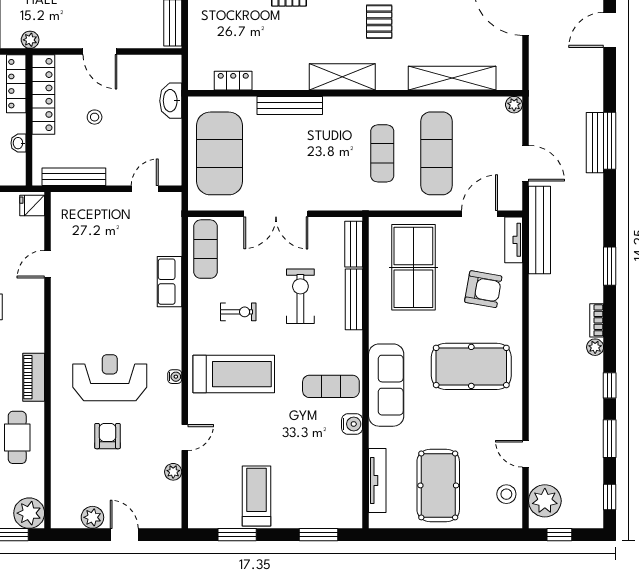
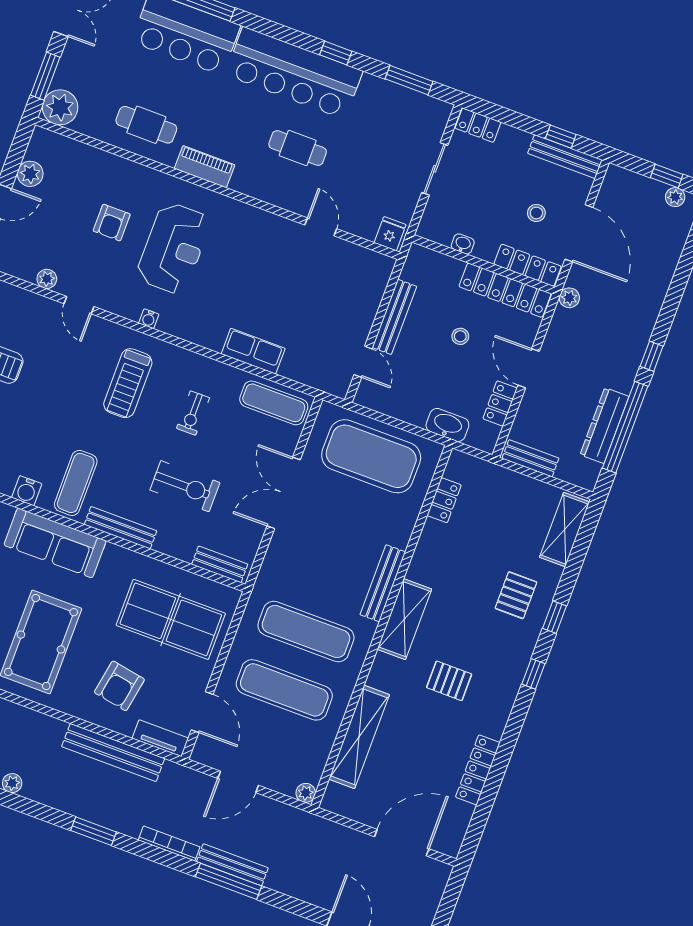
door: (100, 52) -> (529, 368), hinge flipped
locker: (137, 64) -> (500, 403), added
bench: (290, 105) -> (383, 583), moved
exercise mat: (382, 153) -> (306, 631), width x1.36, depth x1.45
bench: (74, 177) -> (394, 317), moved
bench: (540, 230) -> (113, 753), moved
bench: (354, 299) -> (121, 528), moved
bookcase: (597, 320) -> (169, 843), moved, width x1.56
treadmill: (234, 374) -> (128, 383), width x0.73, depth x0.73
armchair: (108, 436) -> (112, 223), turned 90

